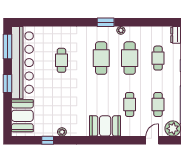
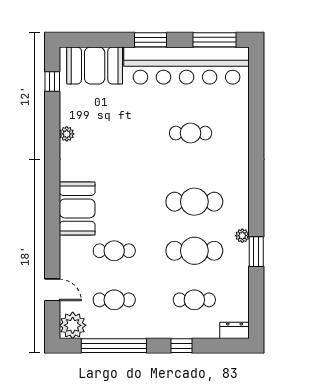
window: (106, 22) -> (256, 252), moved
window: (48, 140) -> (52, 81), moved

